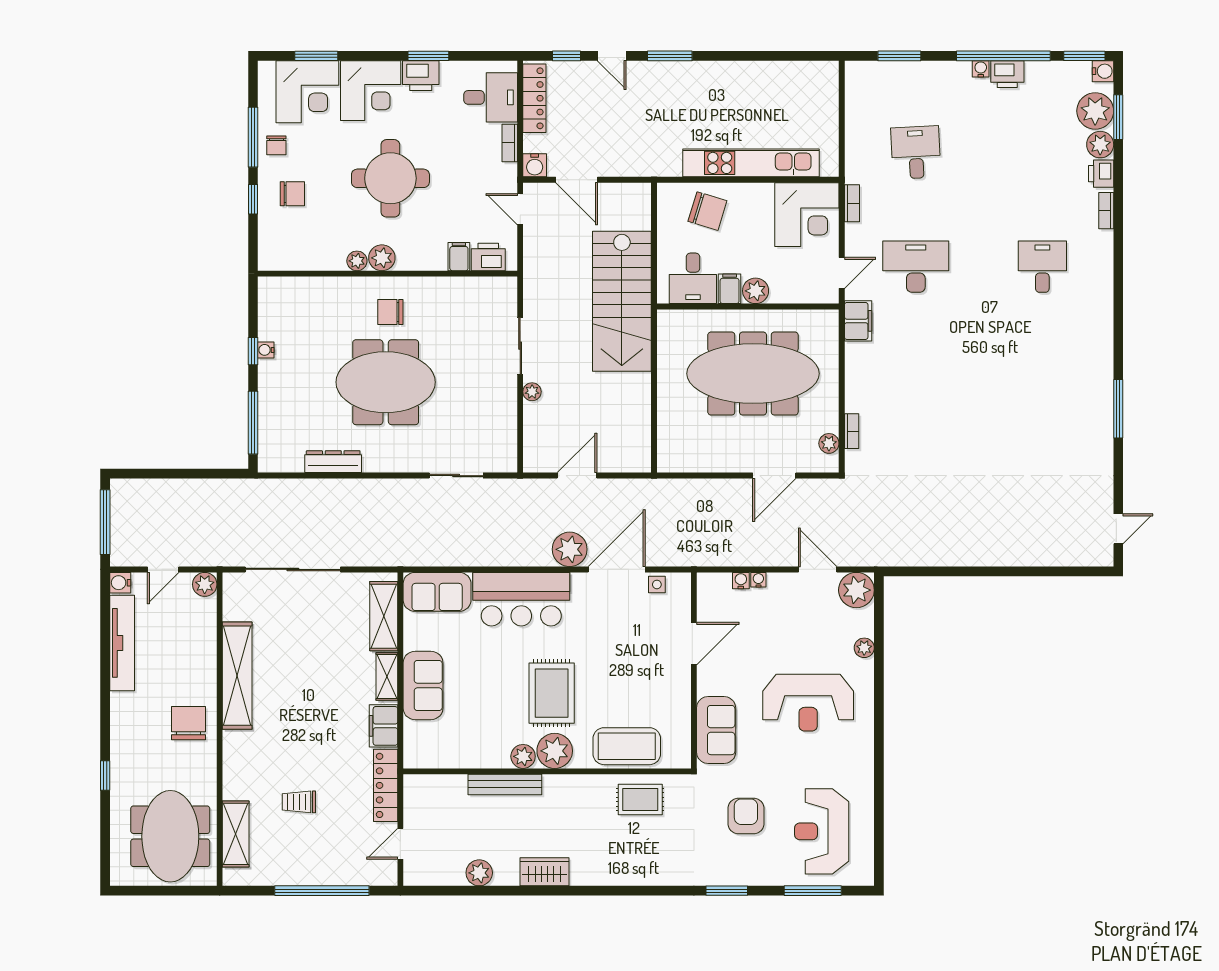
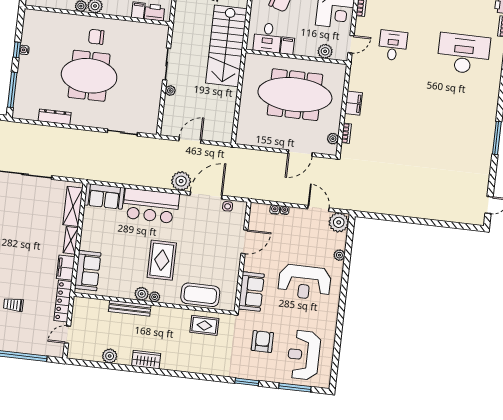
desk: (916, 267) -> (393, 45), width x0.73
desk: (1042, 267) -> (464, 54), width x1.87, depth x1.30
plant: (756, 291) -> (325, 51), moved
filing cabinet: (858, 321) -> (353, 103), moved
sofa: (423, 685) -> (88, 271), moved
plant: (555, 751) -> (155, 297), width x0.53, depth x0.53

